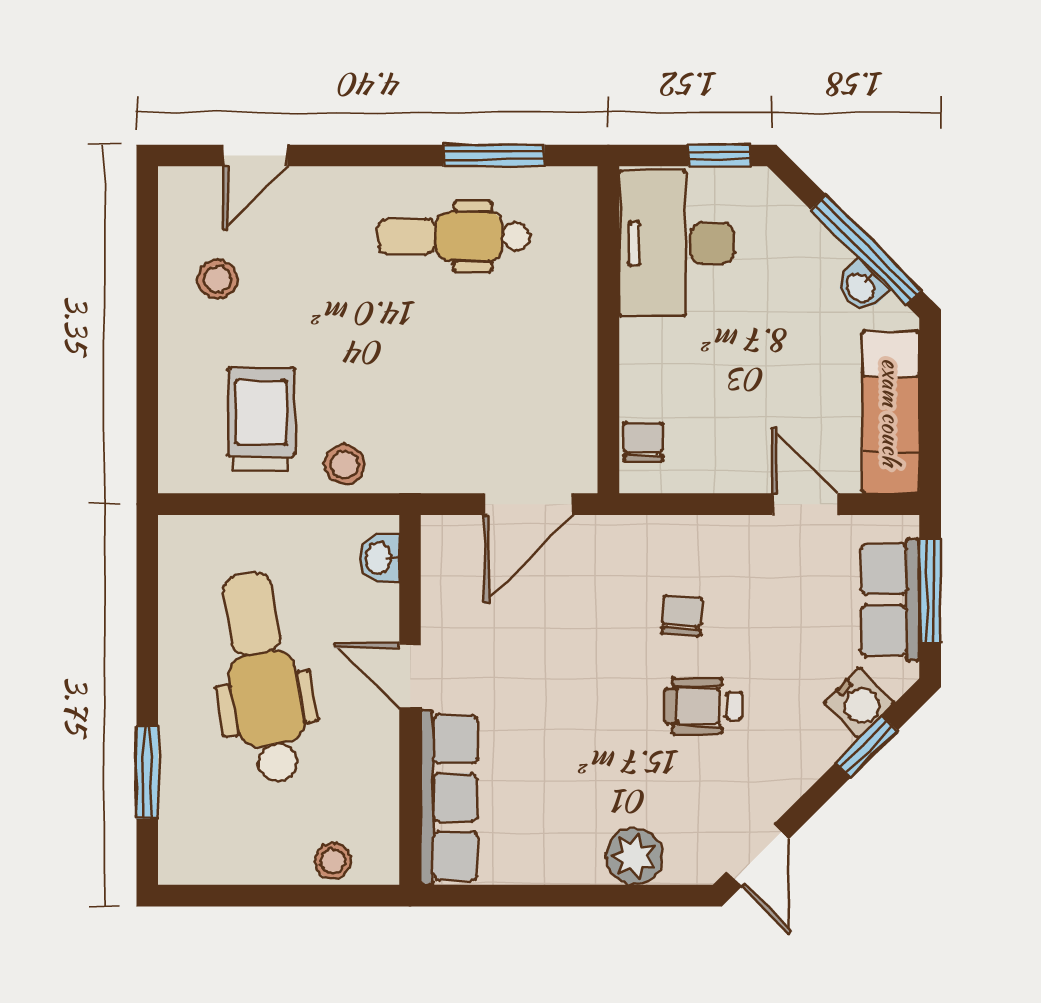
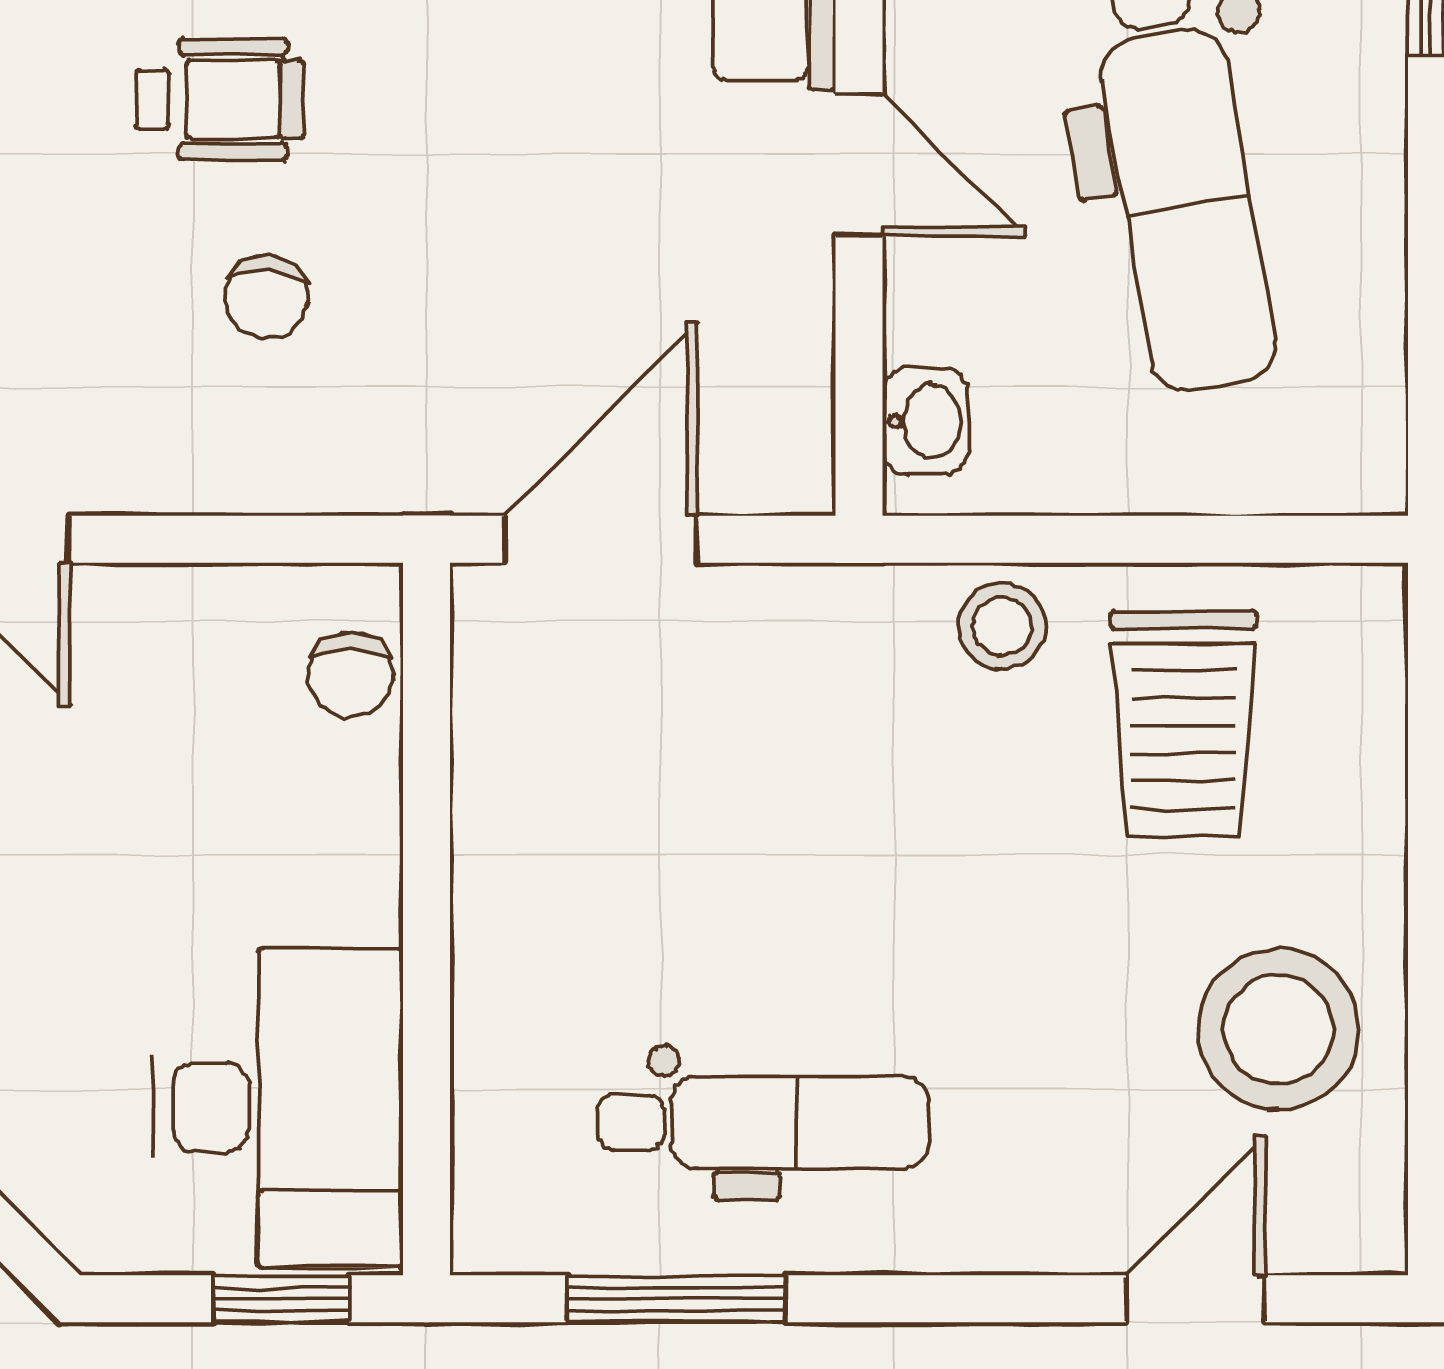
window: (719, 156) -> (282, 1299), moved
stool: (217, 279) -> (1279, 1029), width x1.89, depth x1.89

